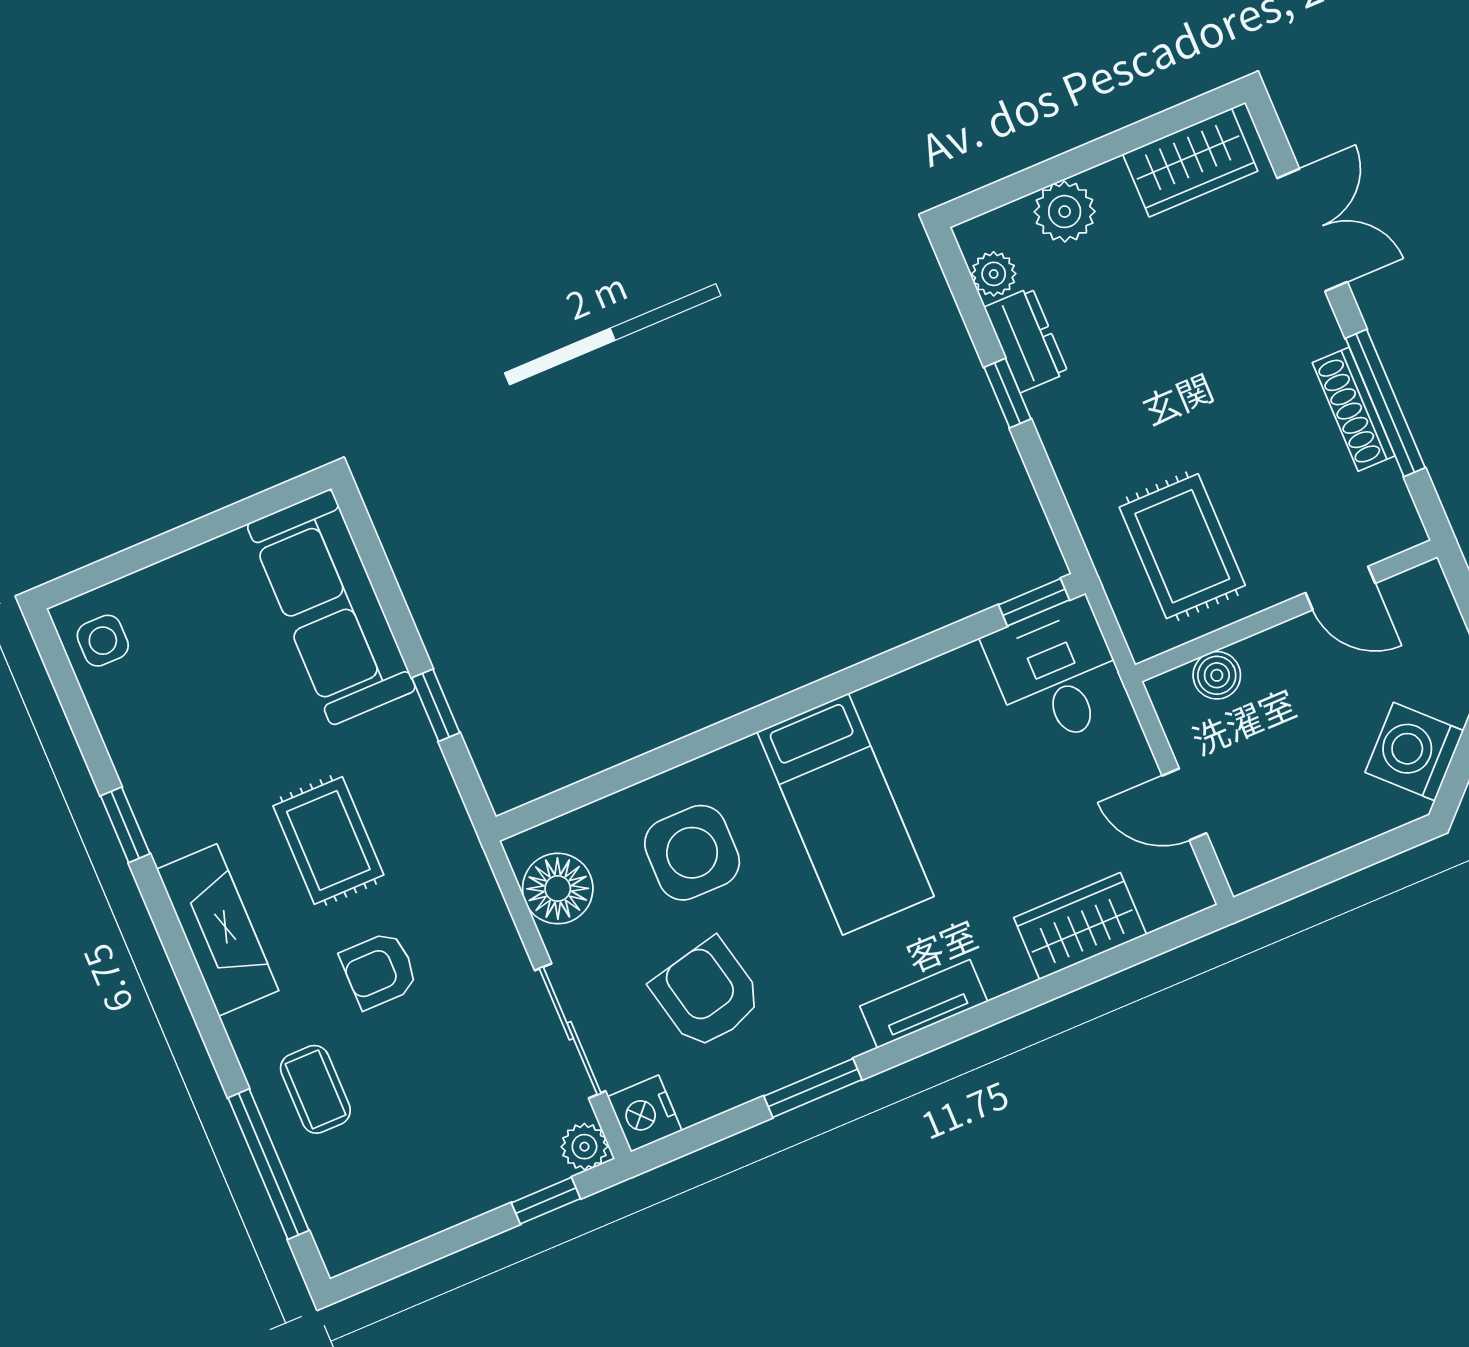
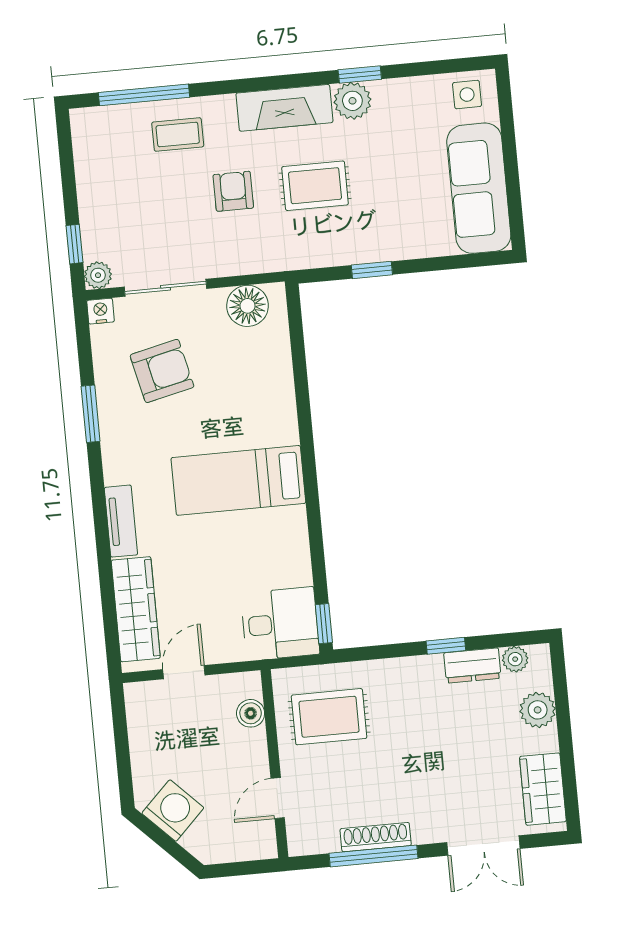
sofa: (331, 607) -> (479, 188), moved, turned -90
plant: (172, 823) -> (352, 101), added
side table: (692, 853) -> (244, 388), removed
wardrobe: (1080, 926) -> (136, 609), width x1.50
tv unit: (924, 1004) -> (121, 521), moved
nightstand: (645, 1114) -> (100, 311), width x0.72, depth x0.74

